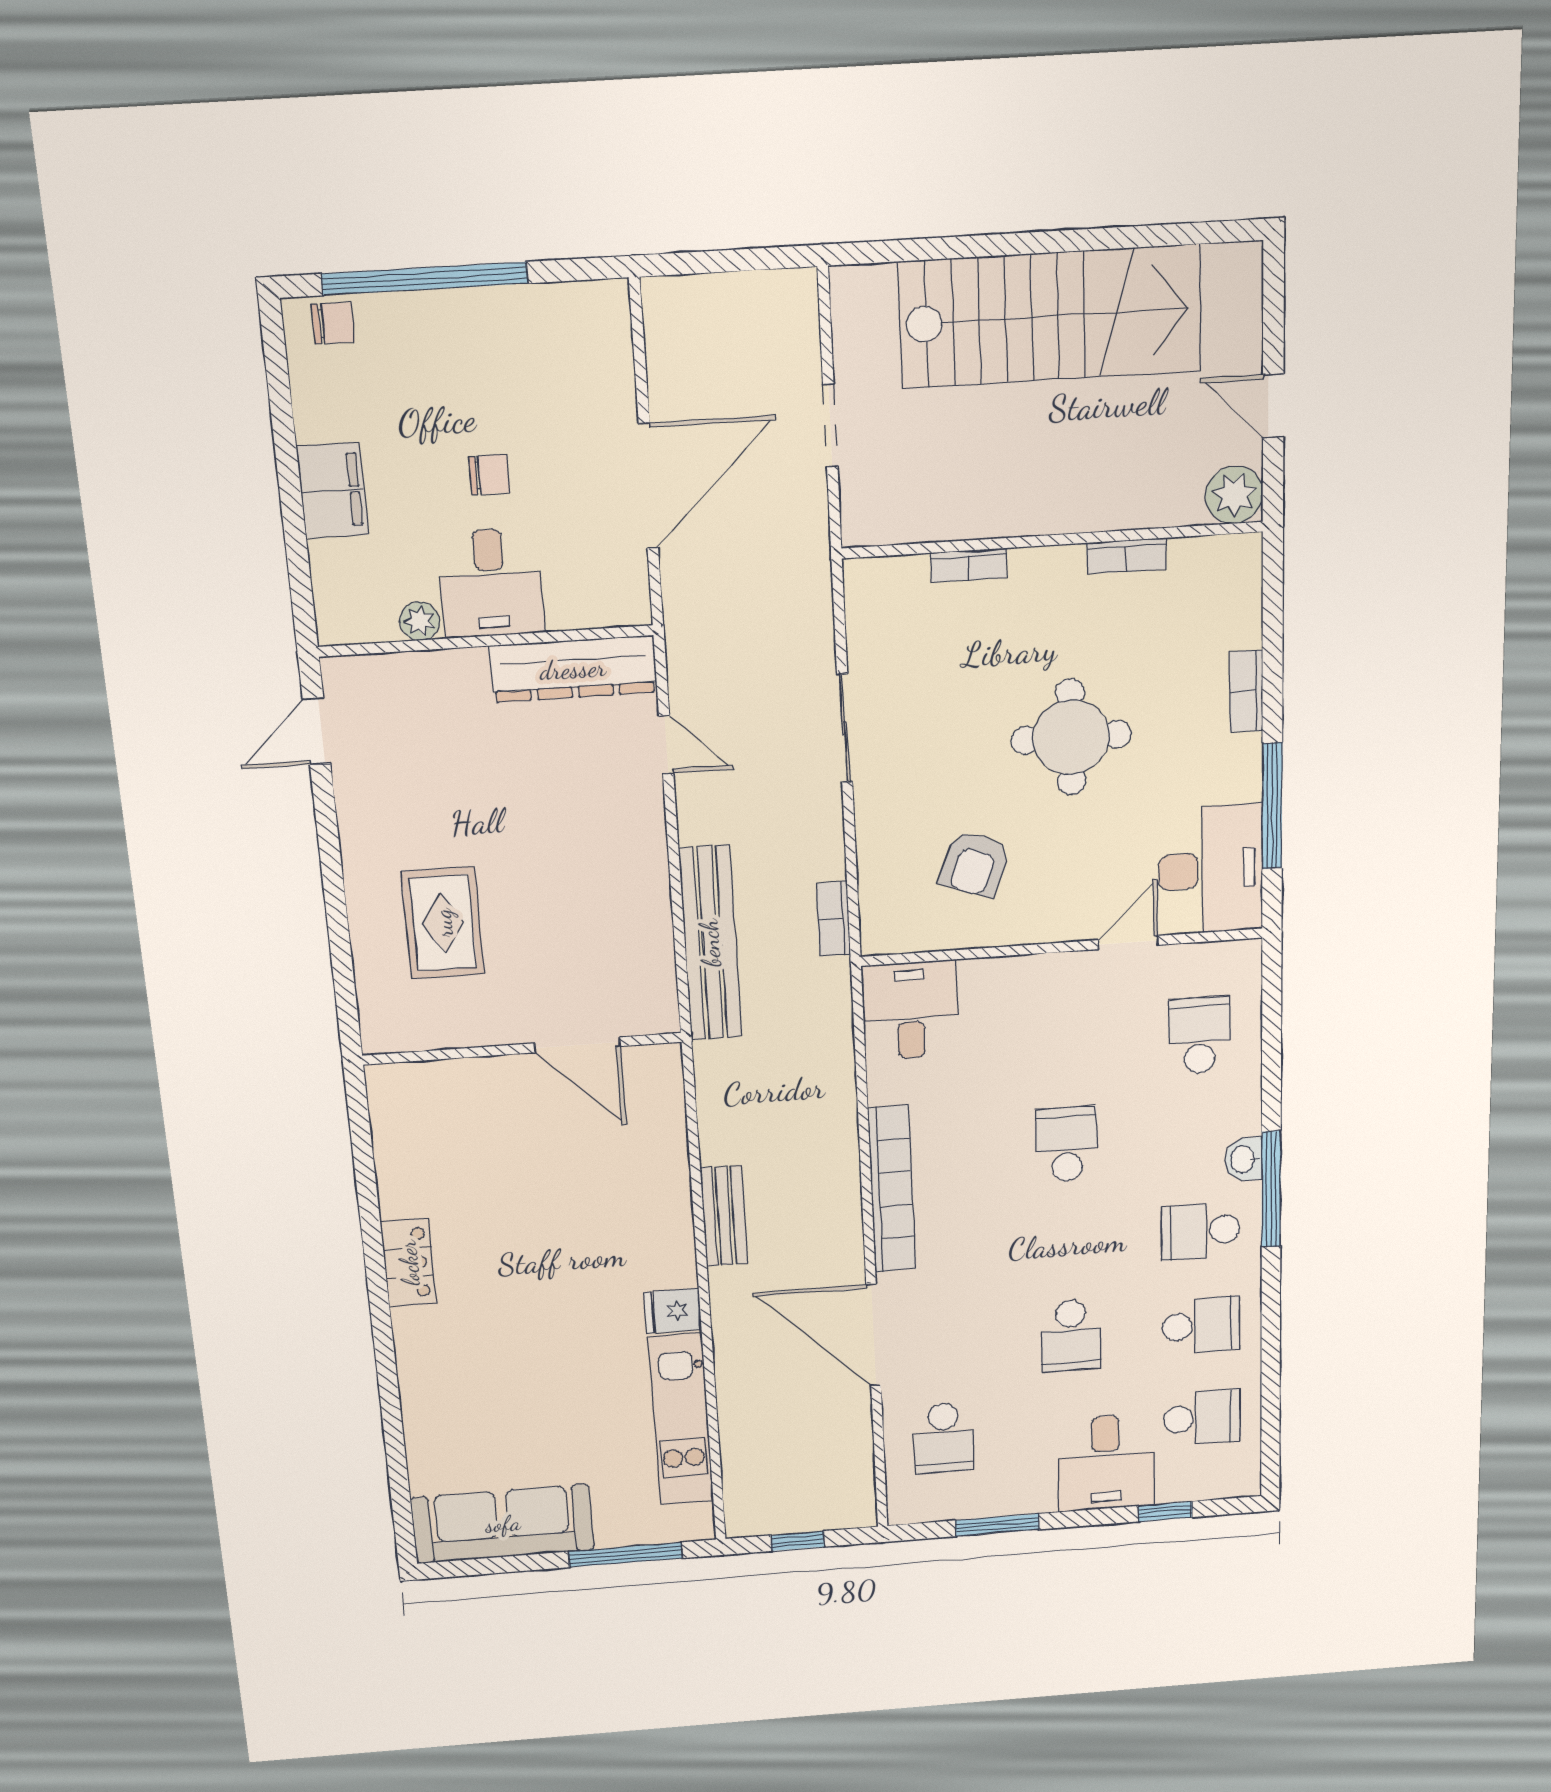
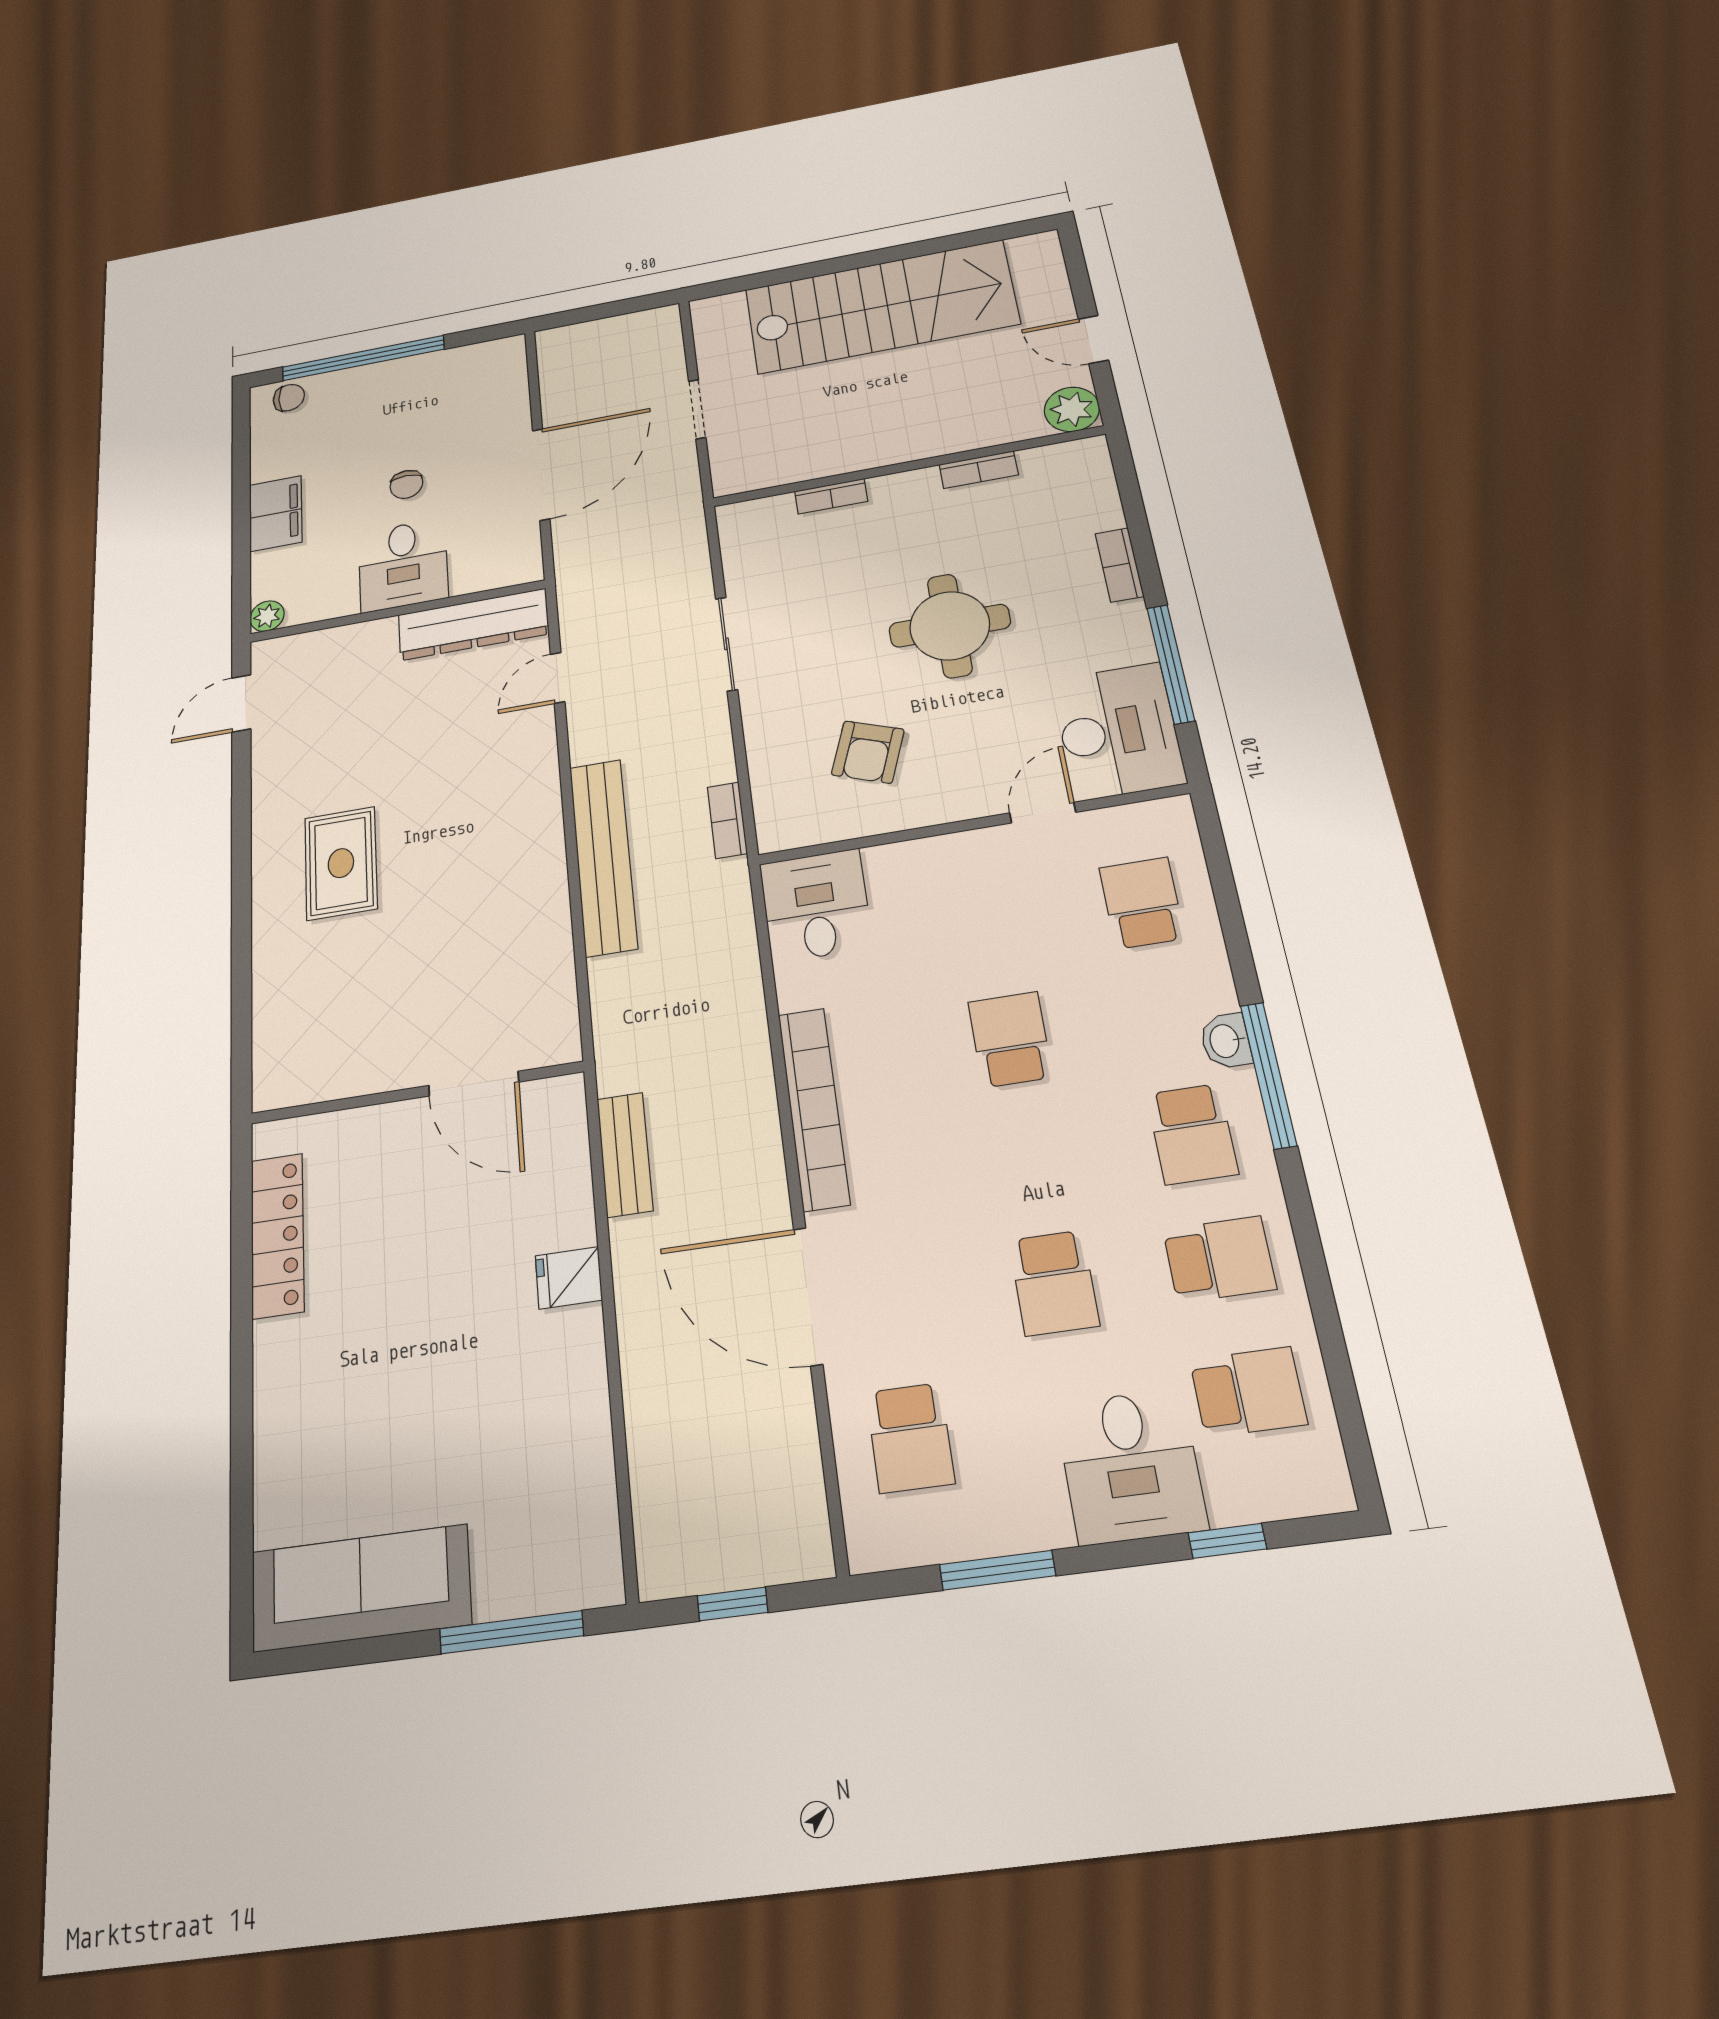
chair: (489, 475) -> (406, 484), turned 90
plant: (420, 621) -> (267, 616), moved
door: (666, 745) -> (558, 678), swing flipped
door: (577, 1045) -> (474, 1084), moved
wall: (522, 1049) -> (416, 1093), moved
school desk: (1201, 1231) -> (1192, 1134), turned -90
locker: (409, 1263) -> (277, 1235), width x1.53
kitchen unit: (681, 1419) -> (580, 1425), removed

